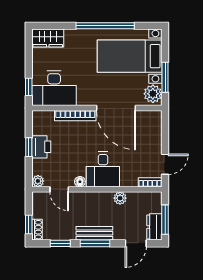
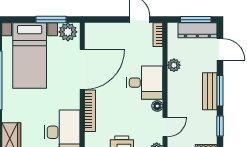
dresser: (154, 227) -> (197, 30), width x1.44

